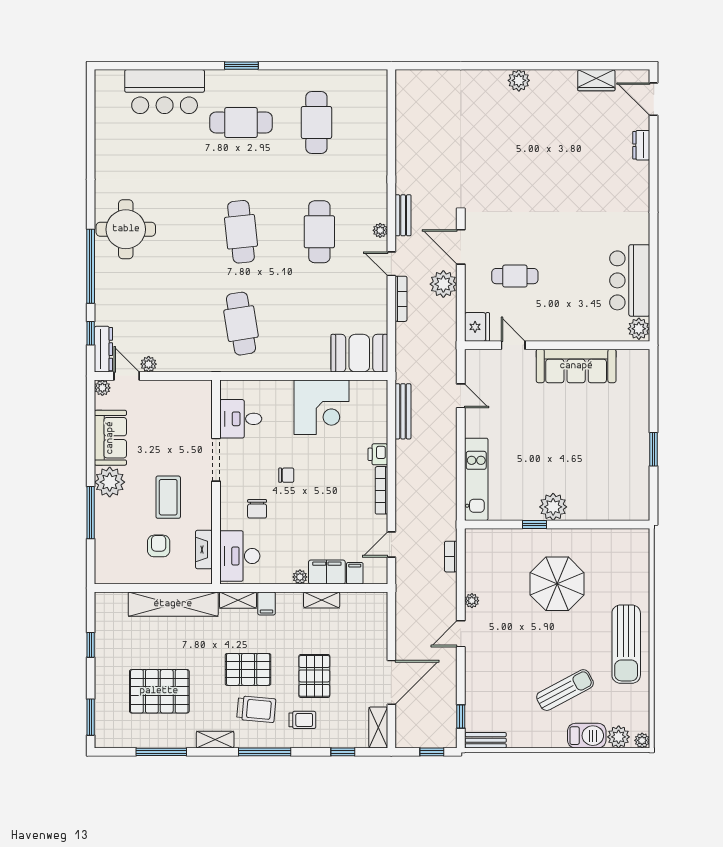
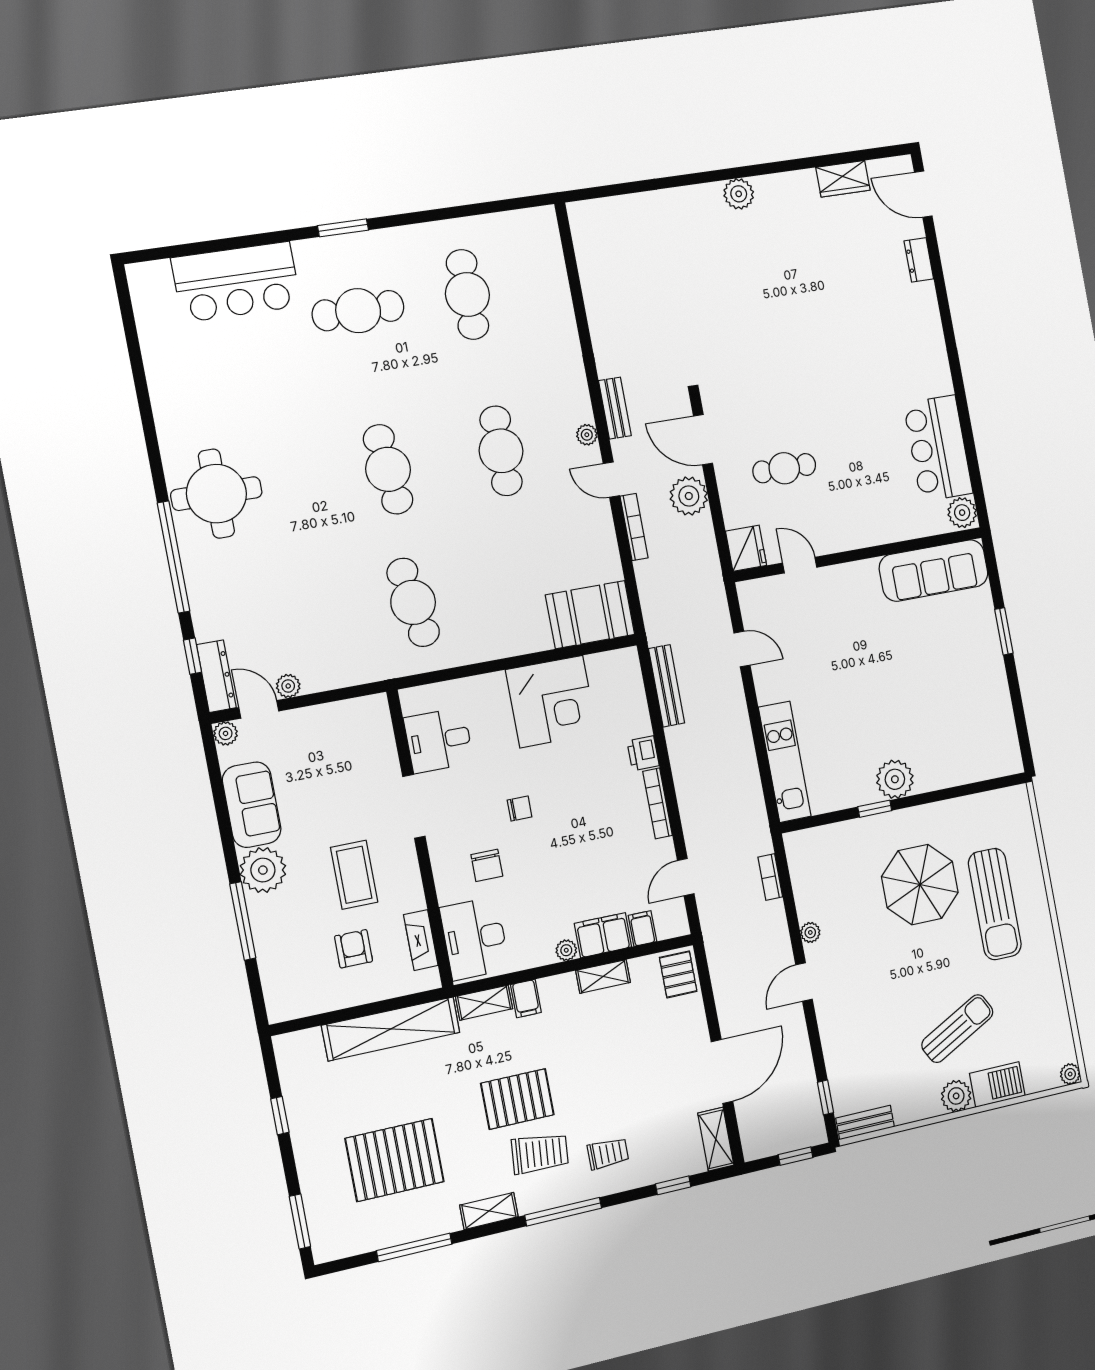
sofa: (576, 366) -> (934, 571), moved
window: (654, 449) -> (1004, 631), moved
sun lounger: (626, 644) -> (995, 904), moved
pallet: (314, 676) -> (678, 974), moved, width x0.67, depth x0.71
plant: (619, 737) -> (956, 1096), moved

